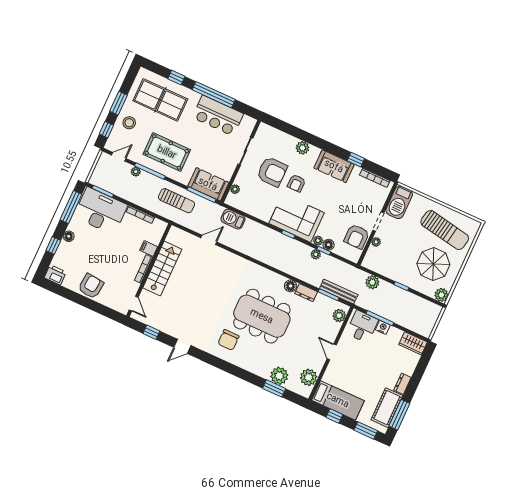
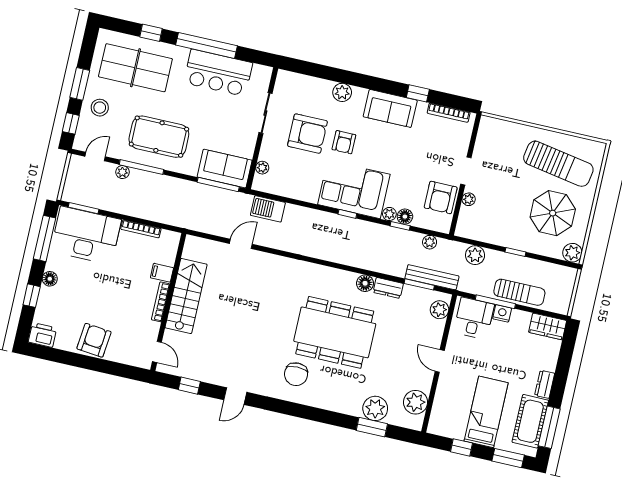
sun lounger: (176, 201) -> (519, 292), moved
barbecue: (399, 202) -> (489, 139), removed
plant: (316, 254) -> (430, 242), moved
bed: (338, 400) -> (486, 412), moved, turned -90

